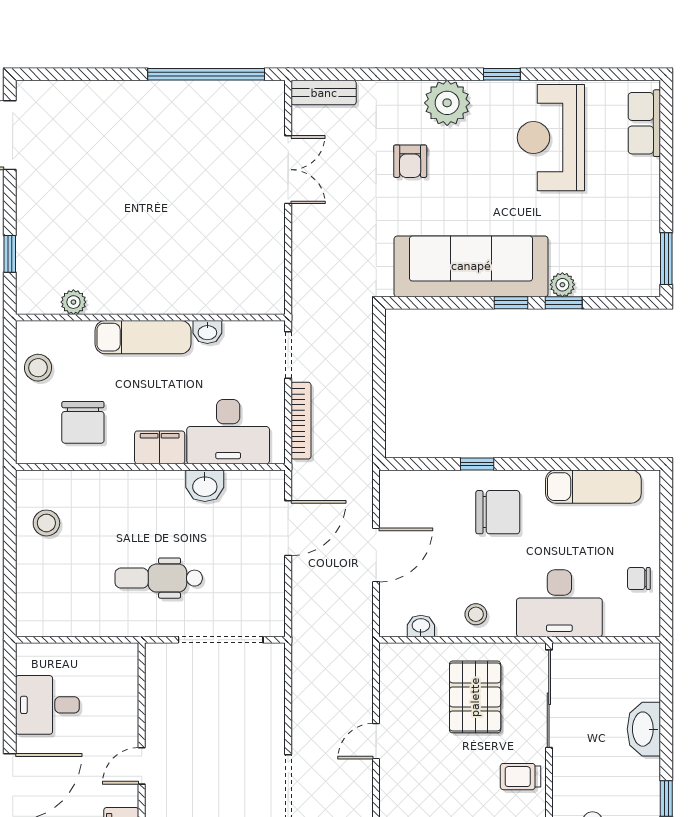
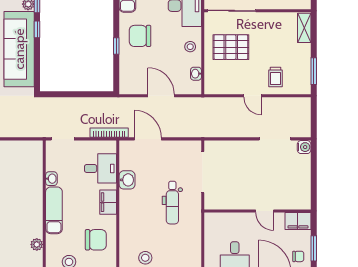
bookcase: (301, 421) -> (109, 133), moved
desk: (228, 432) -> (100, 168), width x0.73
chair: (498, 512) -> (140, 36), turned -90
trolley: (520, 777) -> (276, 77), moved

